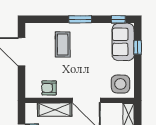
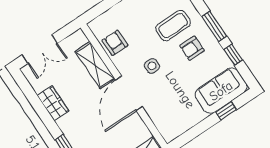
window: (118, 19) -> (233, 55), moved
armchair: (85, 42) -> (192, 48), added
side table: (120, 84) -> (152, 66), moved, width x0.54, depth x0.54

